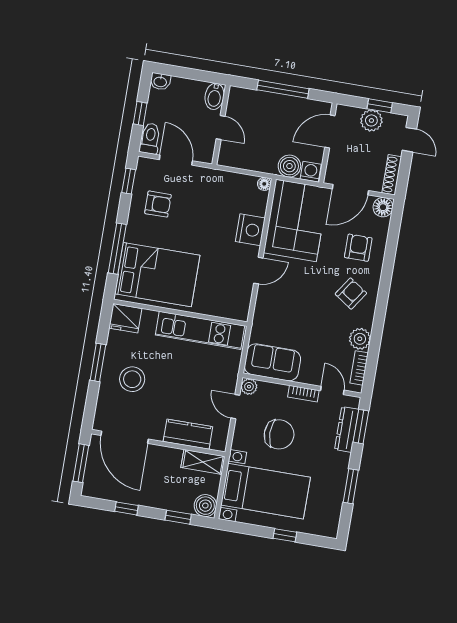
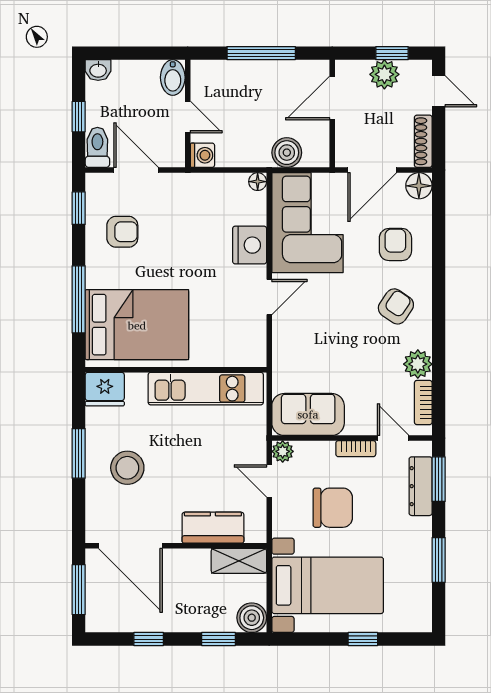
washing machine: (311, 172) -> (202, 155), moved, turned 90

